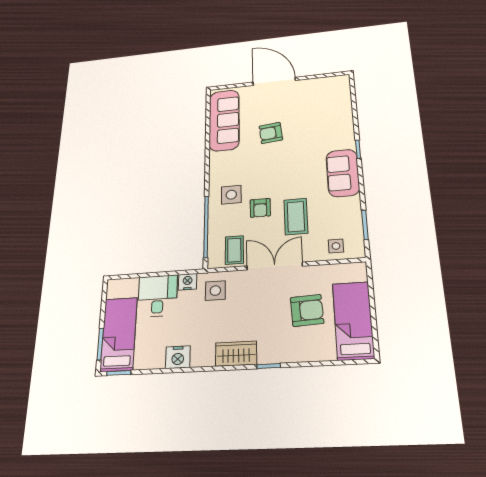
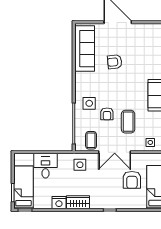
double door: (275, 266) -> (115, 152), swing flipped
nightstand: (188, 282) -> (63, 158), removed
armchair: (307, 310) -> (132, 180), turned 93
wardrobe: (236, 354) -> (78, 202), moved

